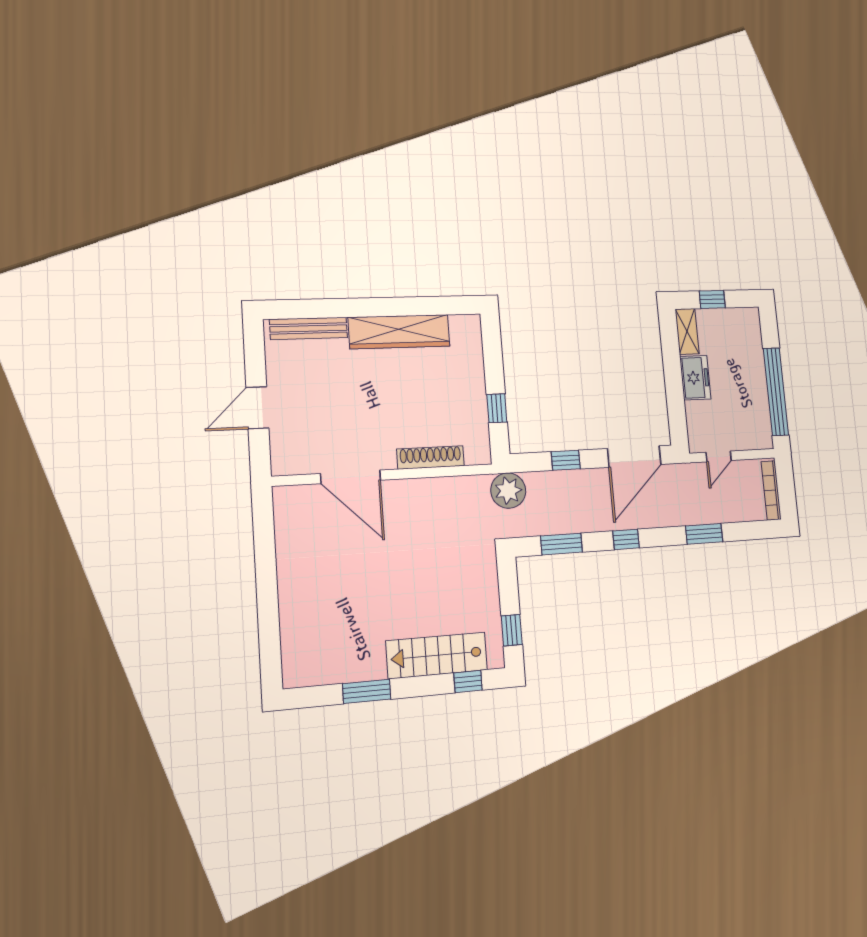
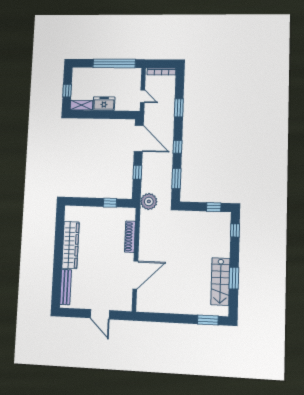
window: (270, 646) -> (208, 320), added
stairs: (437, 655) -> (220, 282), moved

